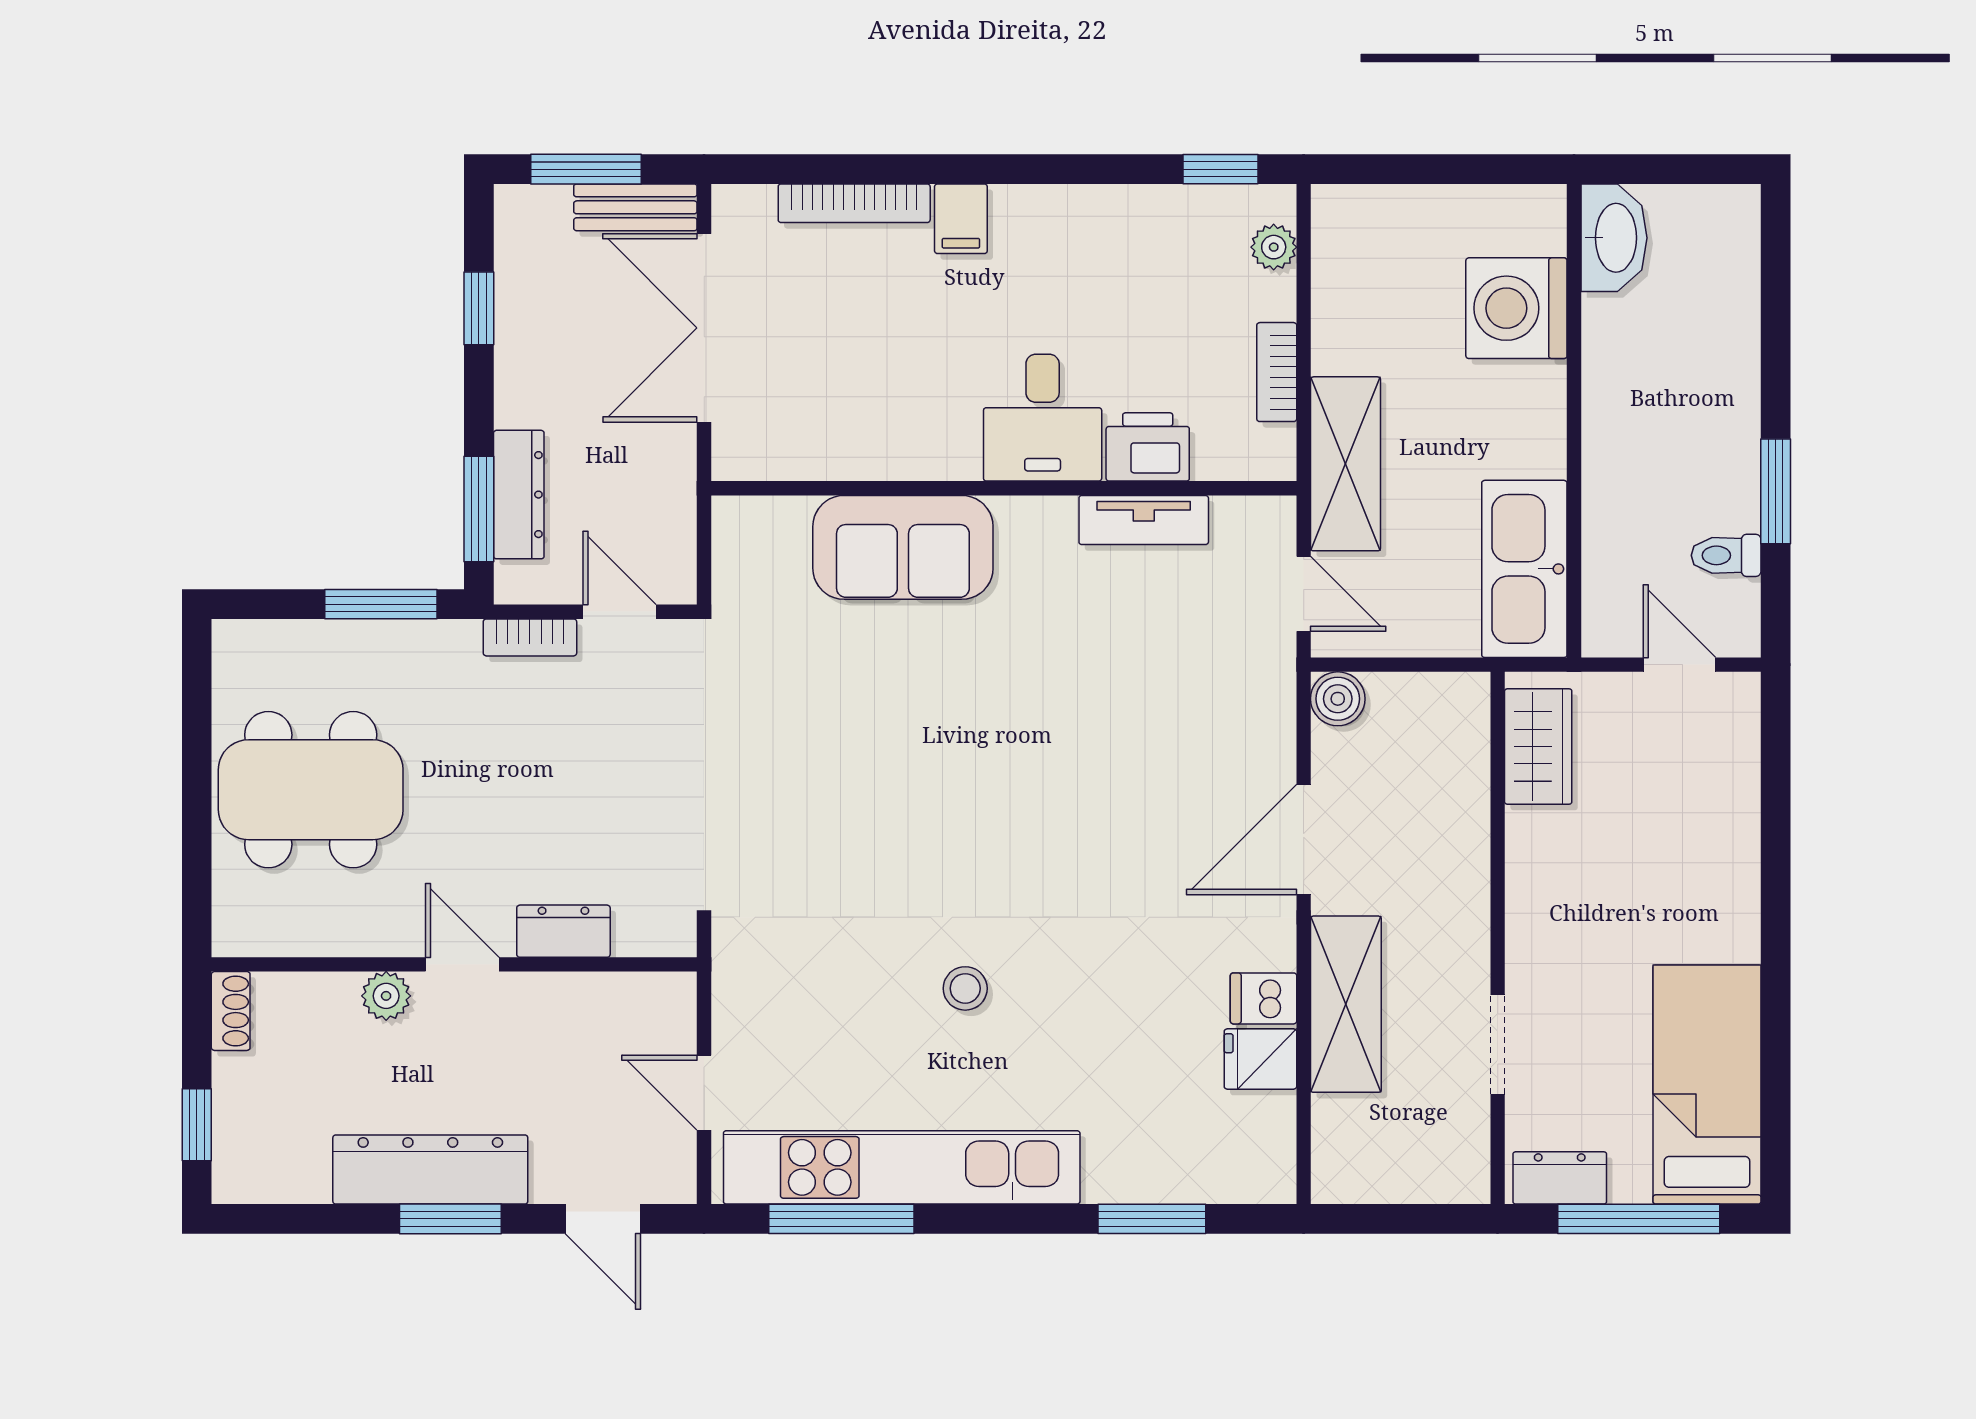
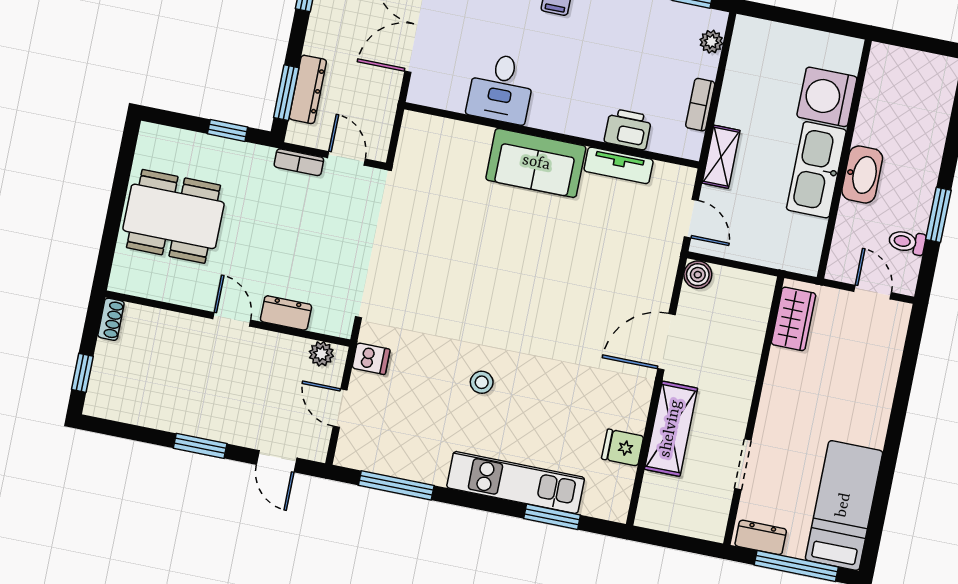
washbasin: (1614, 238) -> (862, 174), moved
desk: (1043, 418) -> (501, 88), moved
shelving: (1346, 464) -> (721, 157), width x0.67, depth x0.75
sofa: (903, 547) -> (536, 163), moved
kitchen sink: (1524, 569) -> (816, 170), moved
window: (381, 604) -> (228, 130), width x0.67
plant: (386, 996) -> (321, 354), moved
dishwasher: (1264, 998) -> (371, 359), moved, turned 180
kitchen unit: (902, 1167) -> (516, 483), moved, width x0.73
dresser: (430, 1169) -> (195, 419), removed

